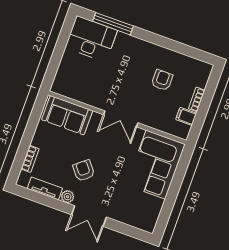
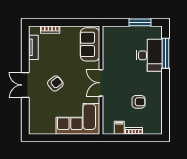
desk: (91, 39) -> (149, 55), moved
window: (62, 42) -> (140, 22), added
armchair: (84, 171) -> (55, 83), moved
plant: (68, 197) -> (33, 65), removed

